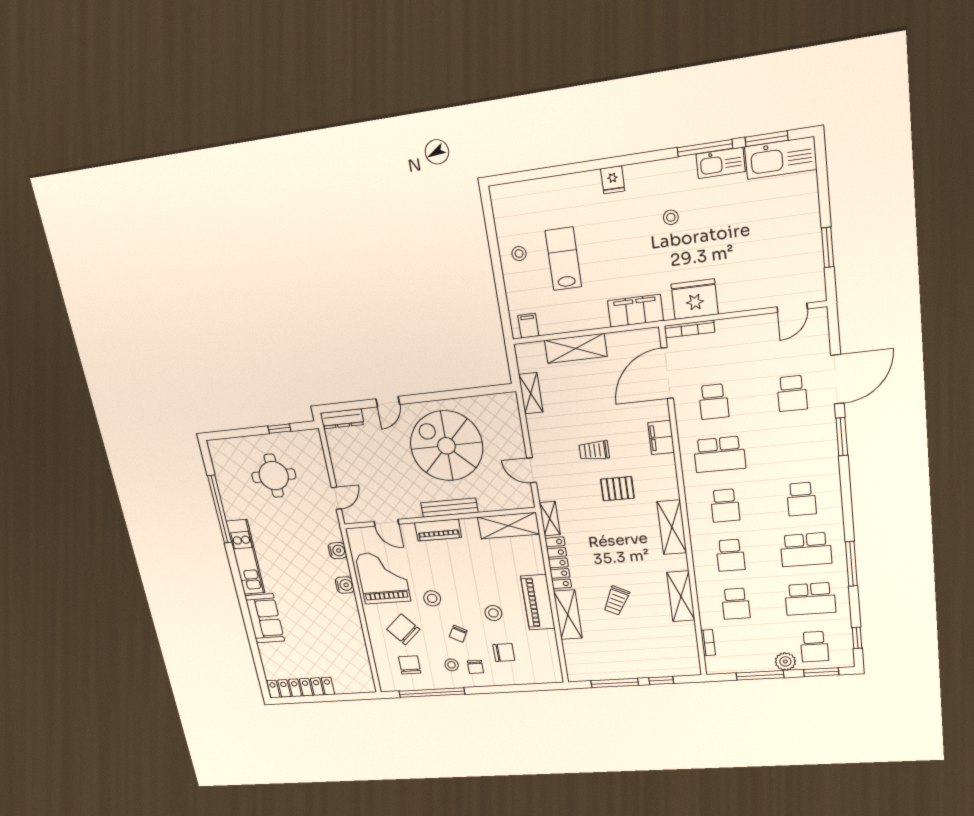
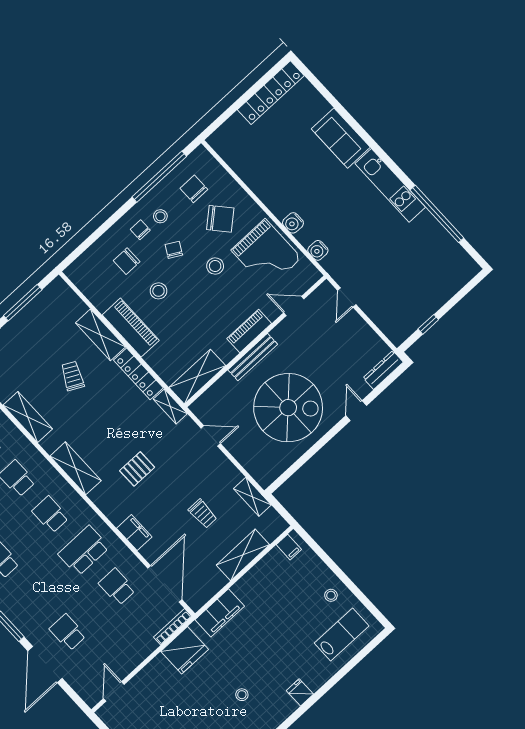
lab bench: (563, 259) -> (342, 635), moved, turned -90
trolley: (594, 450) -> (203, 514), moved, turned 90
round table: (274, 476) -> (409, 279), removed
chair: (410, 665) -> (194, 189), turned 180

